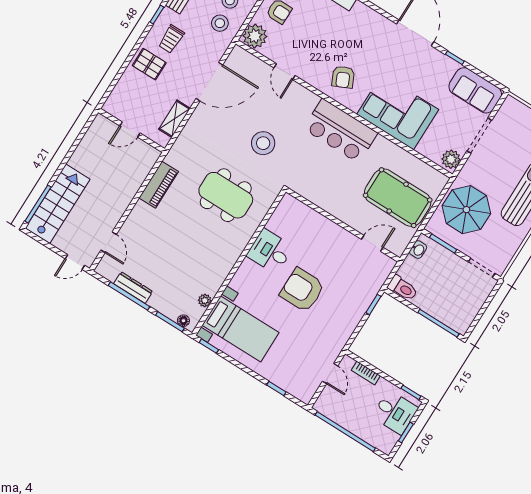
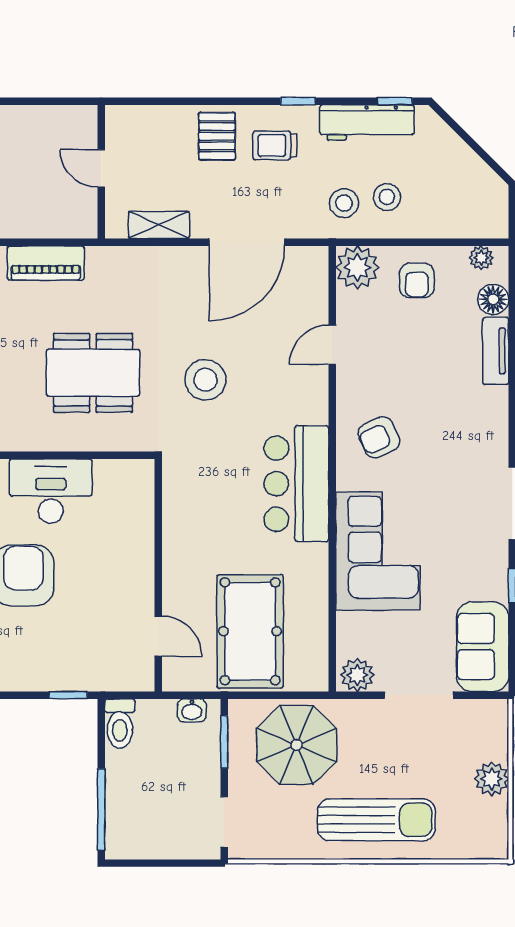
door: (209, 82) -> (247, 242), hinge flipped
dining table: (226, 195) -> (93, 373), turned 90
desk: (270, 251) -> (51, 491), width x1.37

